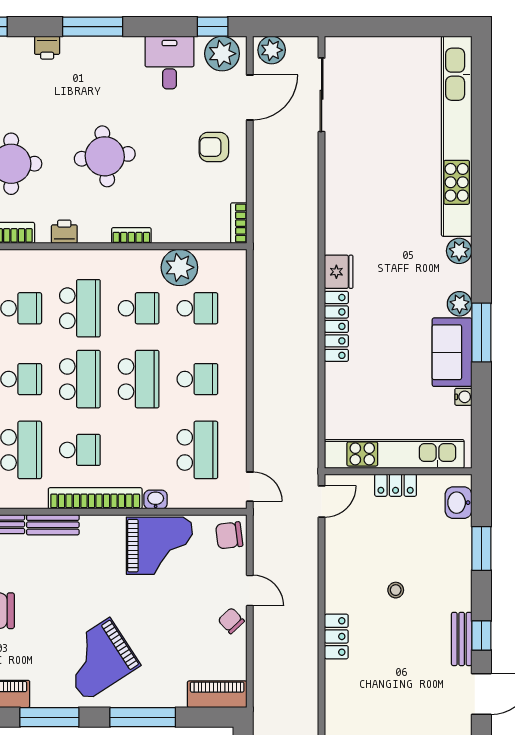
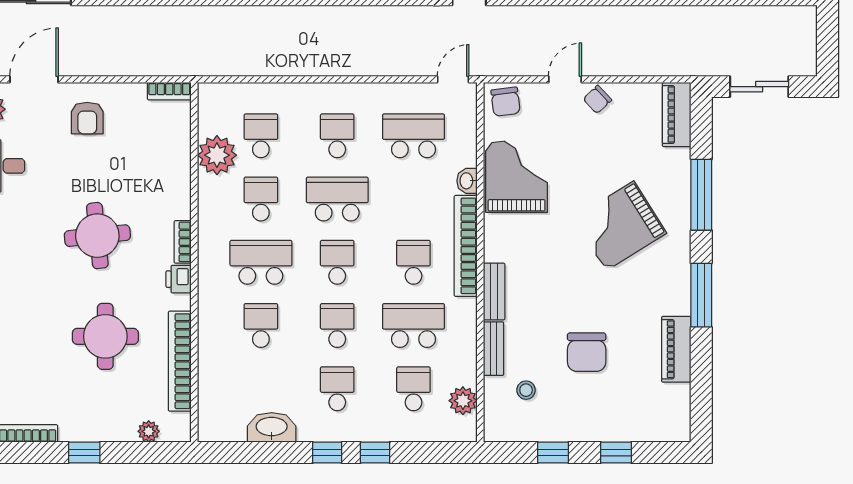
door: (250, 98) -> (34, 79), hinge flipped
bookcase: (131, 236) -> (183, 242), moved
school desk: (80, 379) -> (337, 262), width x0.54
grand piano: (98, 659) -> (620, 226), moved, turned 91

